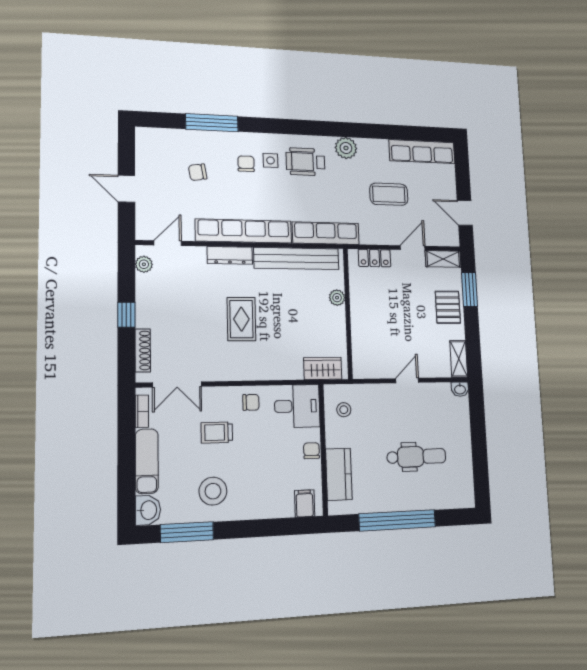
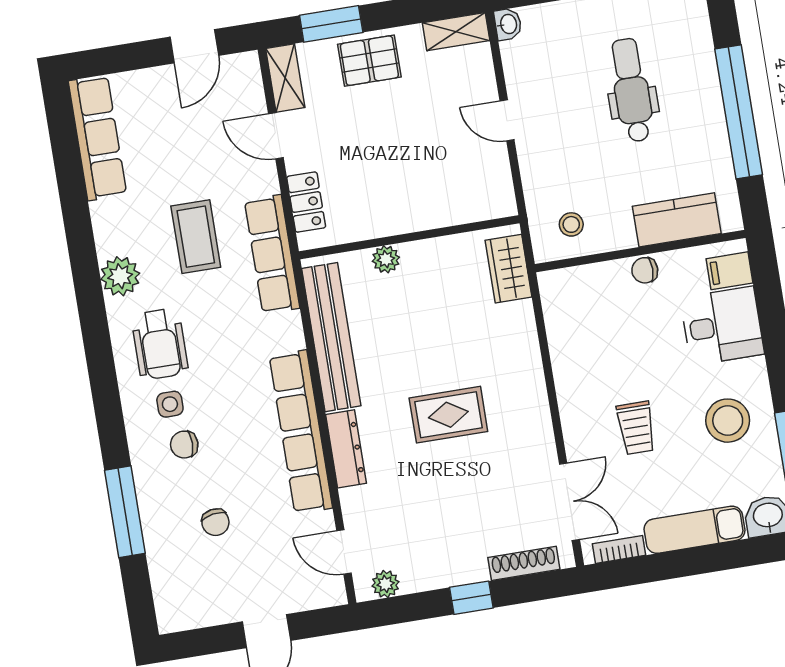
coffee table: (389, 194) -> (196, 237), moved
row of seats: (326, 233) -> (272, 254), moved
chair: (251, 402) -> (581, 380), removed
desk: (297, 406) -> (722, 326), moved, turned 90

